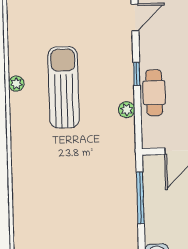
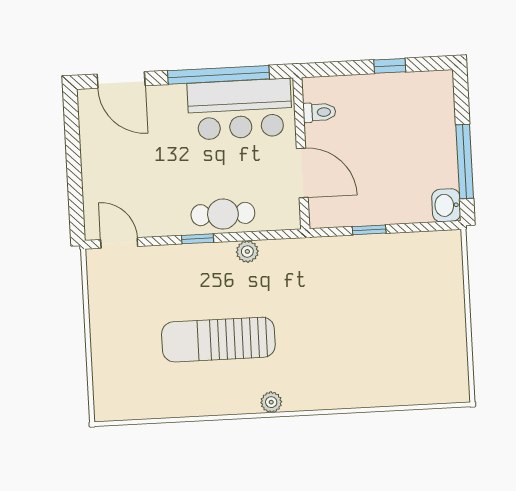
plant: (16, 84) -> (271, 402), moved
window: (140, 198) -> (369, 230), width x0.46

